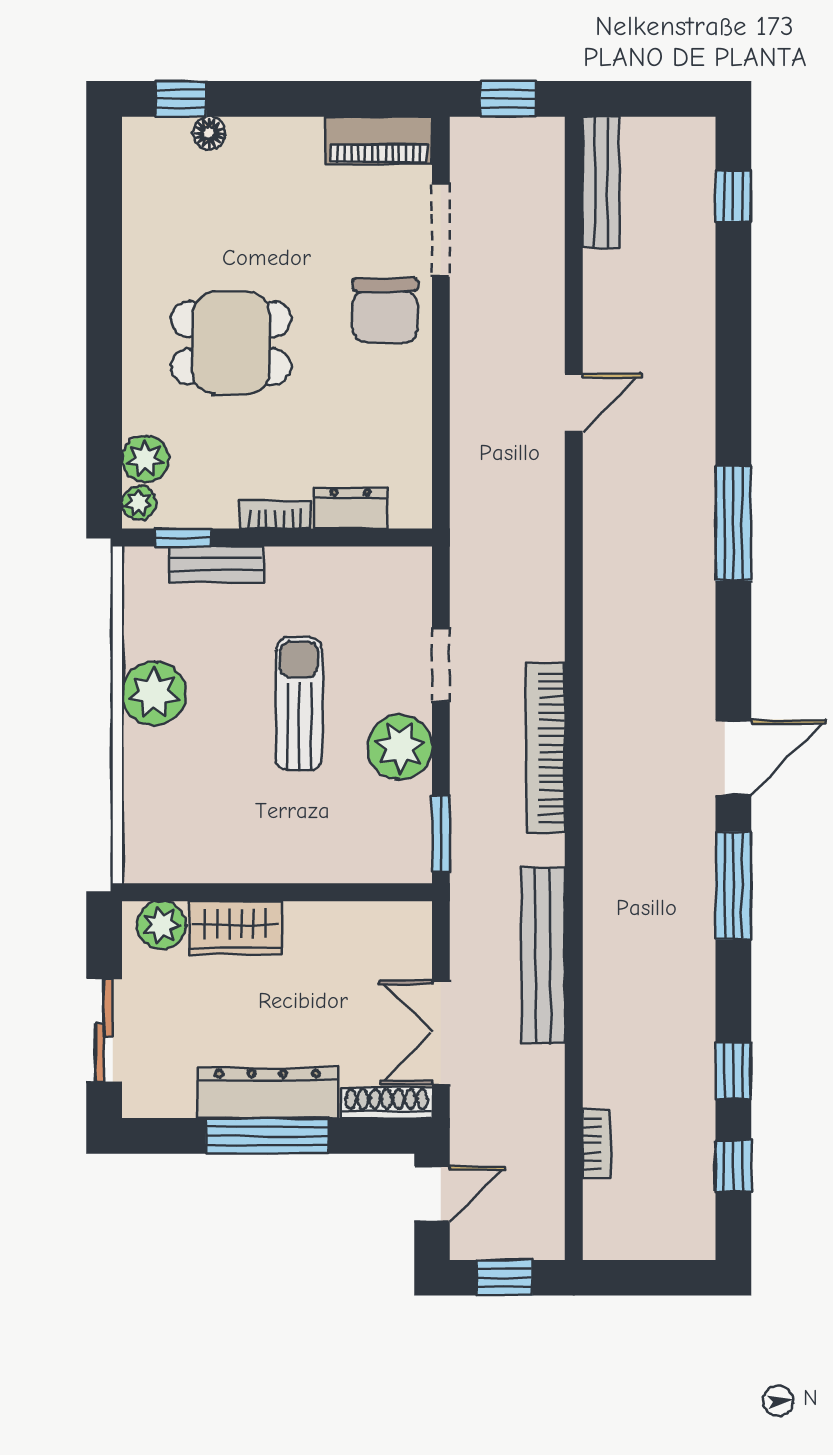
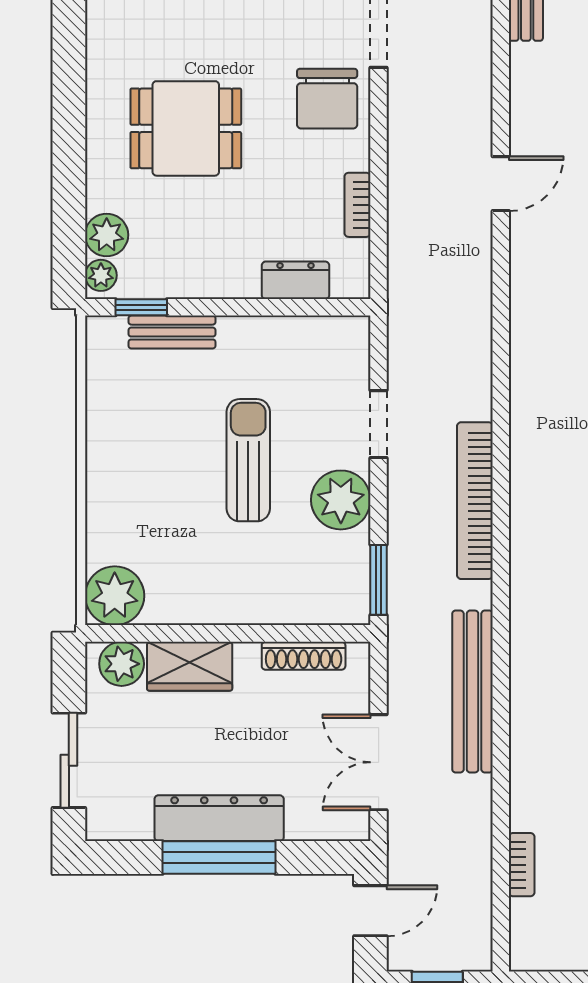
bookcase: (275, 515) -> (358, 205), moved, turned -90
plant: (154, 693) -> (115, 596), moved
shoe rack: (387, 1103) -> (304, 656), moved, turned 180

